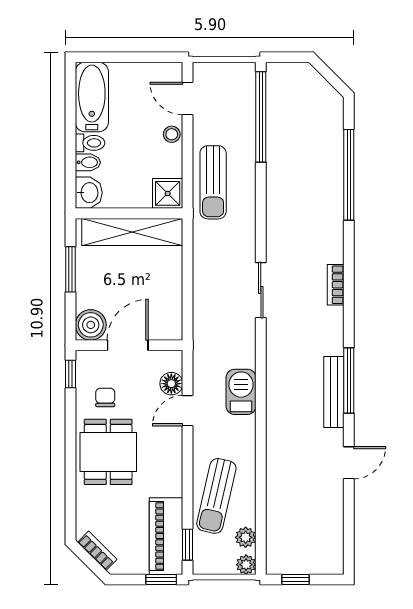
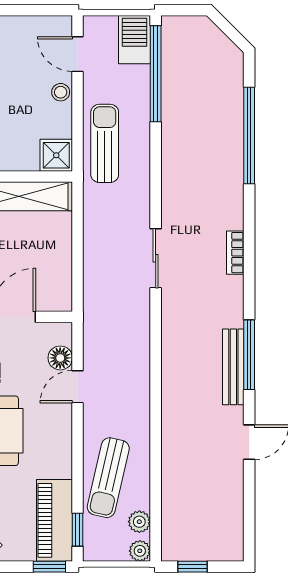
sun lounger: (213, 182) -> (105, 143), turned 180
barbecue: (241, 392) -> (134, 40), moved

